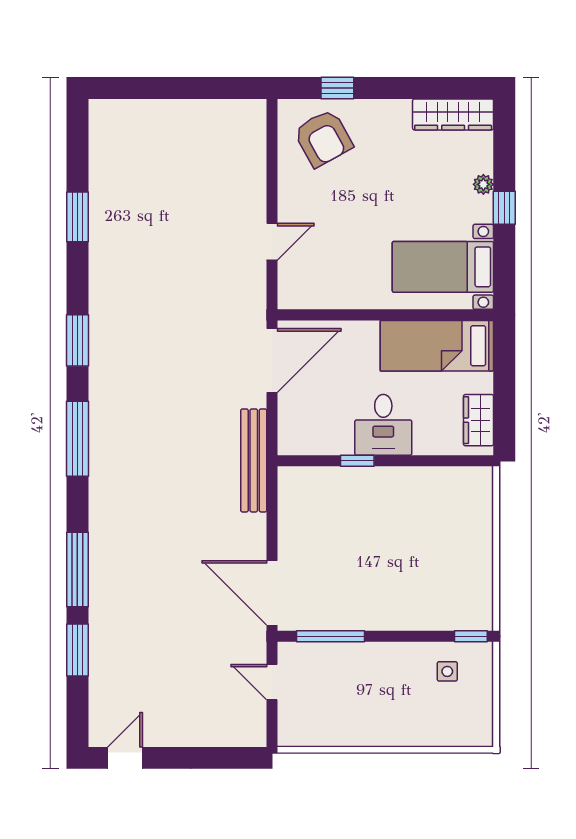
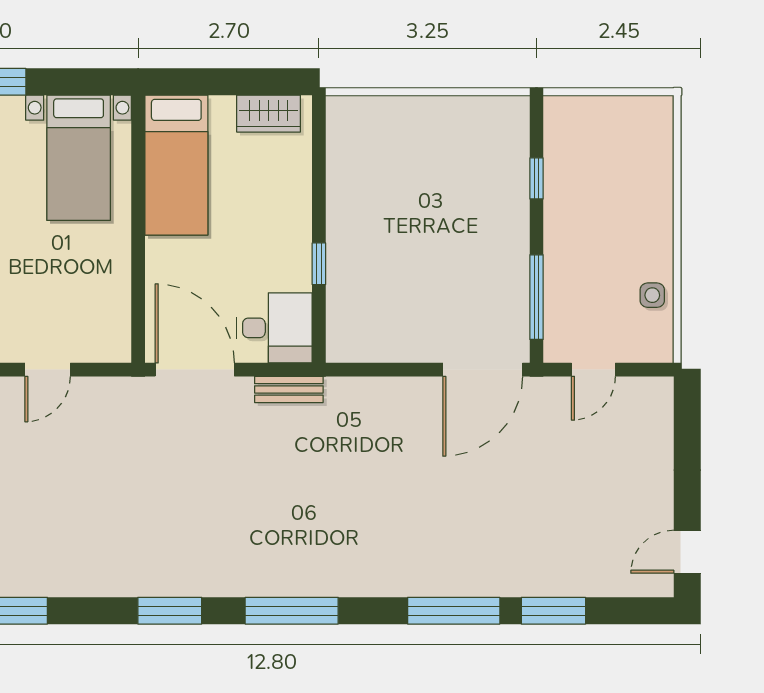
door: (272, 242) -> (48, 370), swing flipped
desk: (383, 425) -> (274, 328), moved
bench: (254, 460) -> (289, 389), width x0.54, depth x0.82
window: (471, 636) -> (537, 178), moved
side table: (447, 671) -> (652, 295), moved
door: (125, 758) -> (687, 552), hinge flipped

